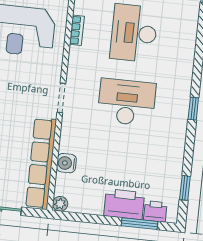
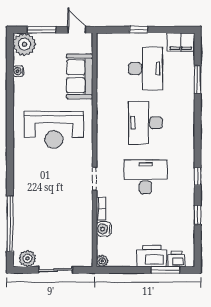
bookcase: (77, 30) -> (101, 209), moved
row of seats: (41, 163) -> (84, 231), removed
window: (185, 188) -> (198, 215), moved

